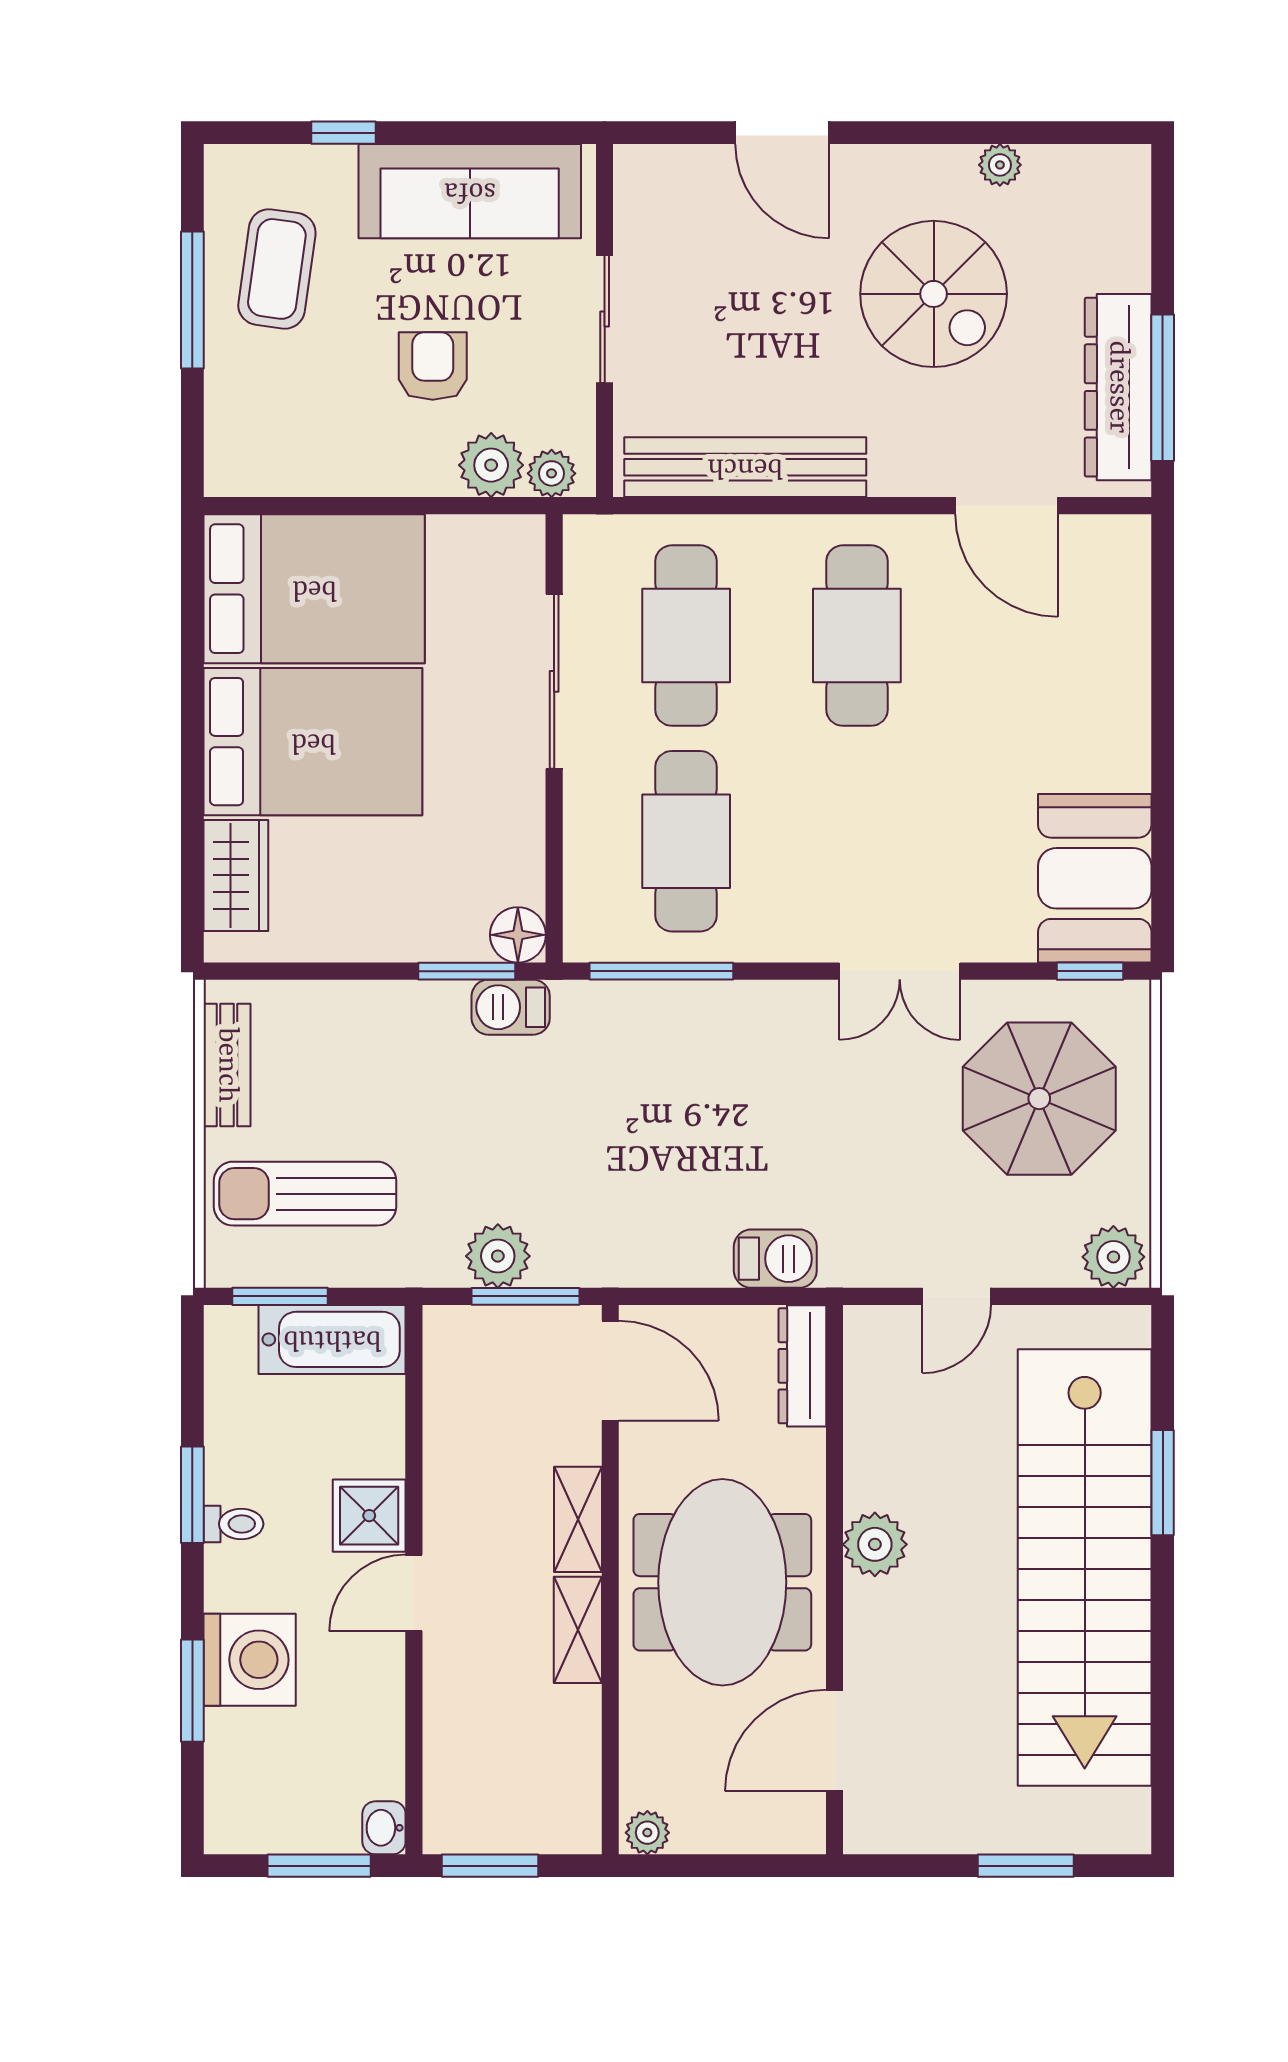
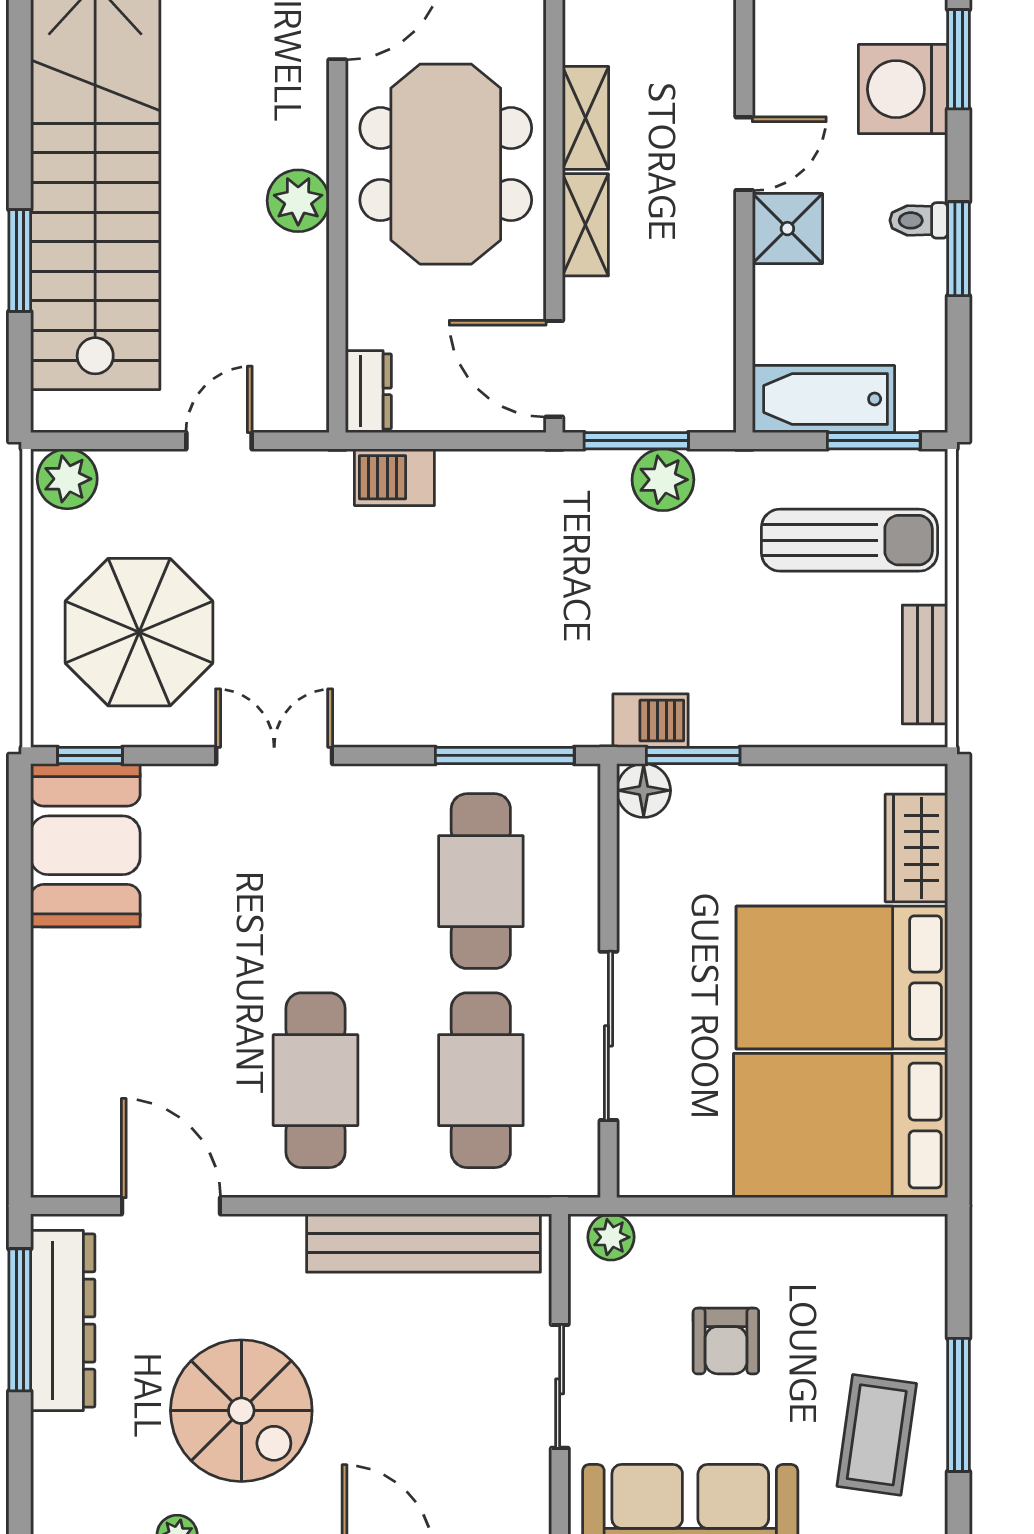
spiral stairs: (934, 294) -> (241, 1411), turned 180
plant: (491, 465) -> (669, 1245), removed
dresser: (802, 1366) -> (368, 391), width x0.70

